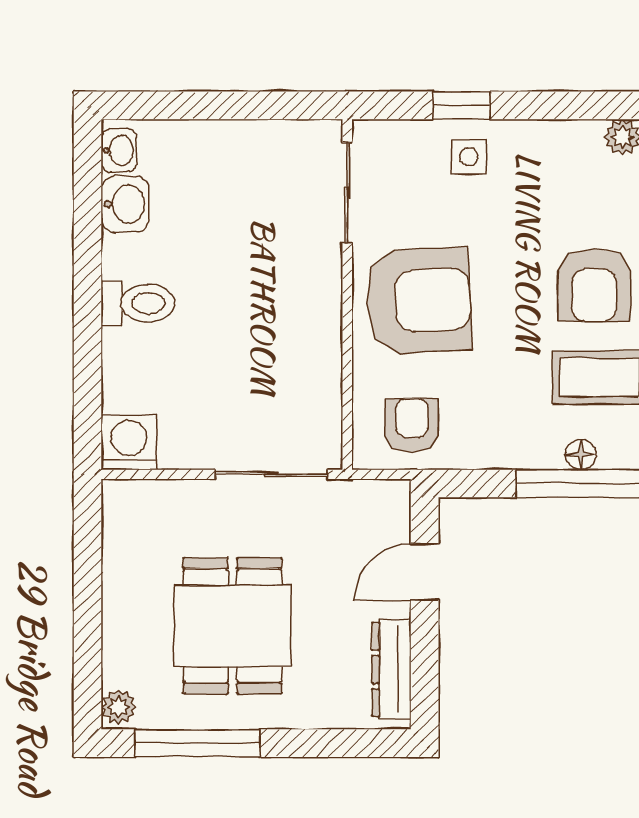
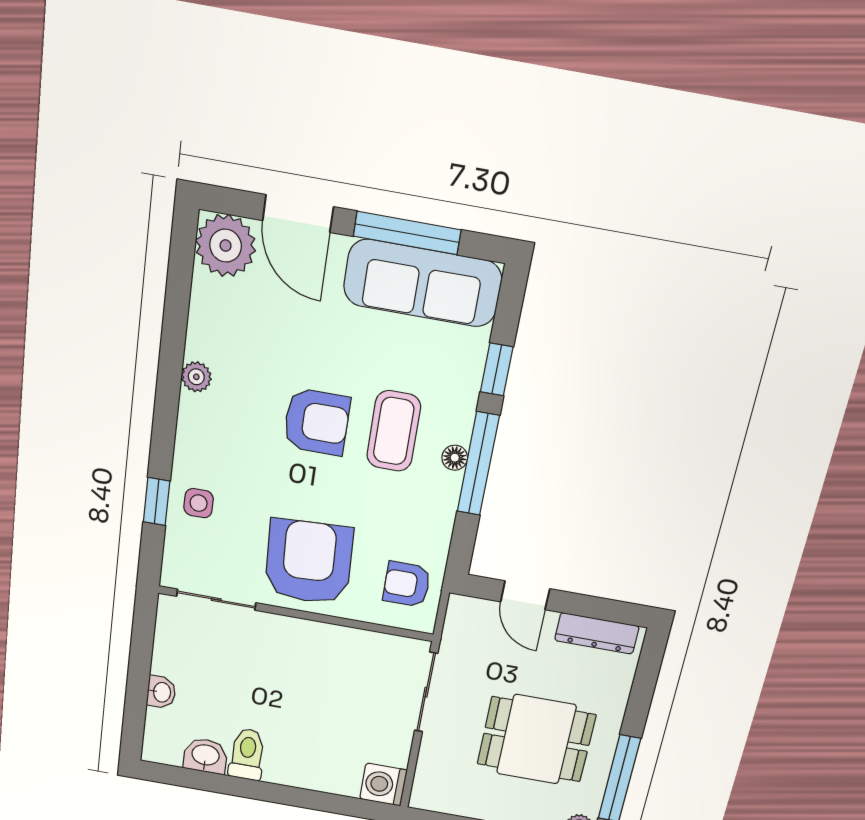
washbasin: (119, 150) -> (161, 692), moved, turned 90
toilet: (138, 303) -> (247, 754), moved

